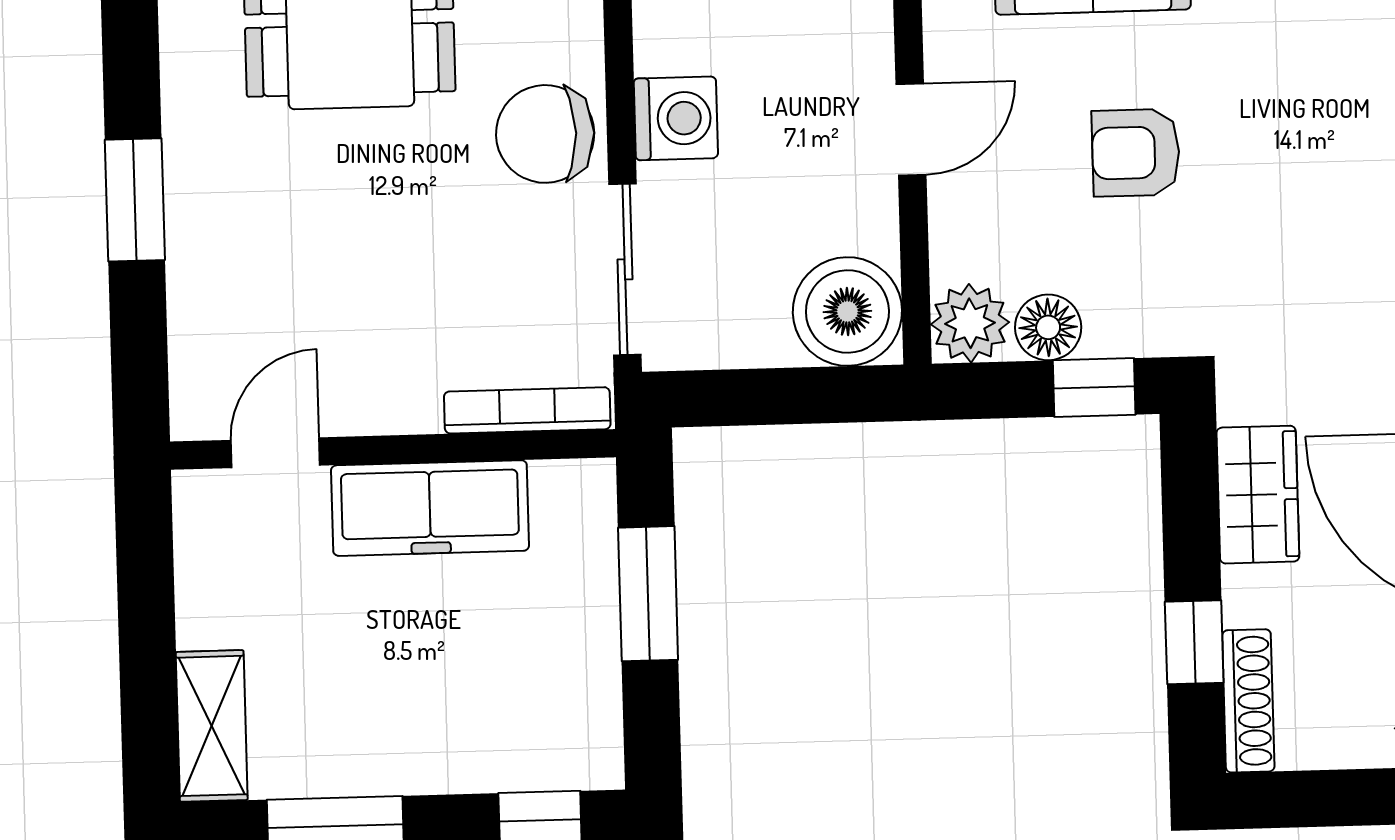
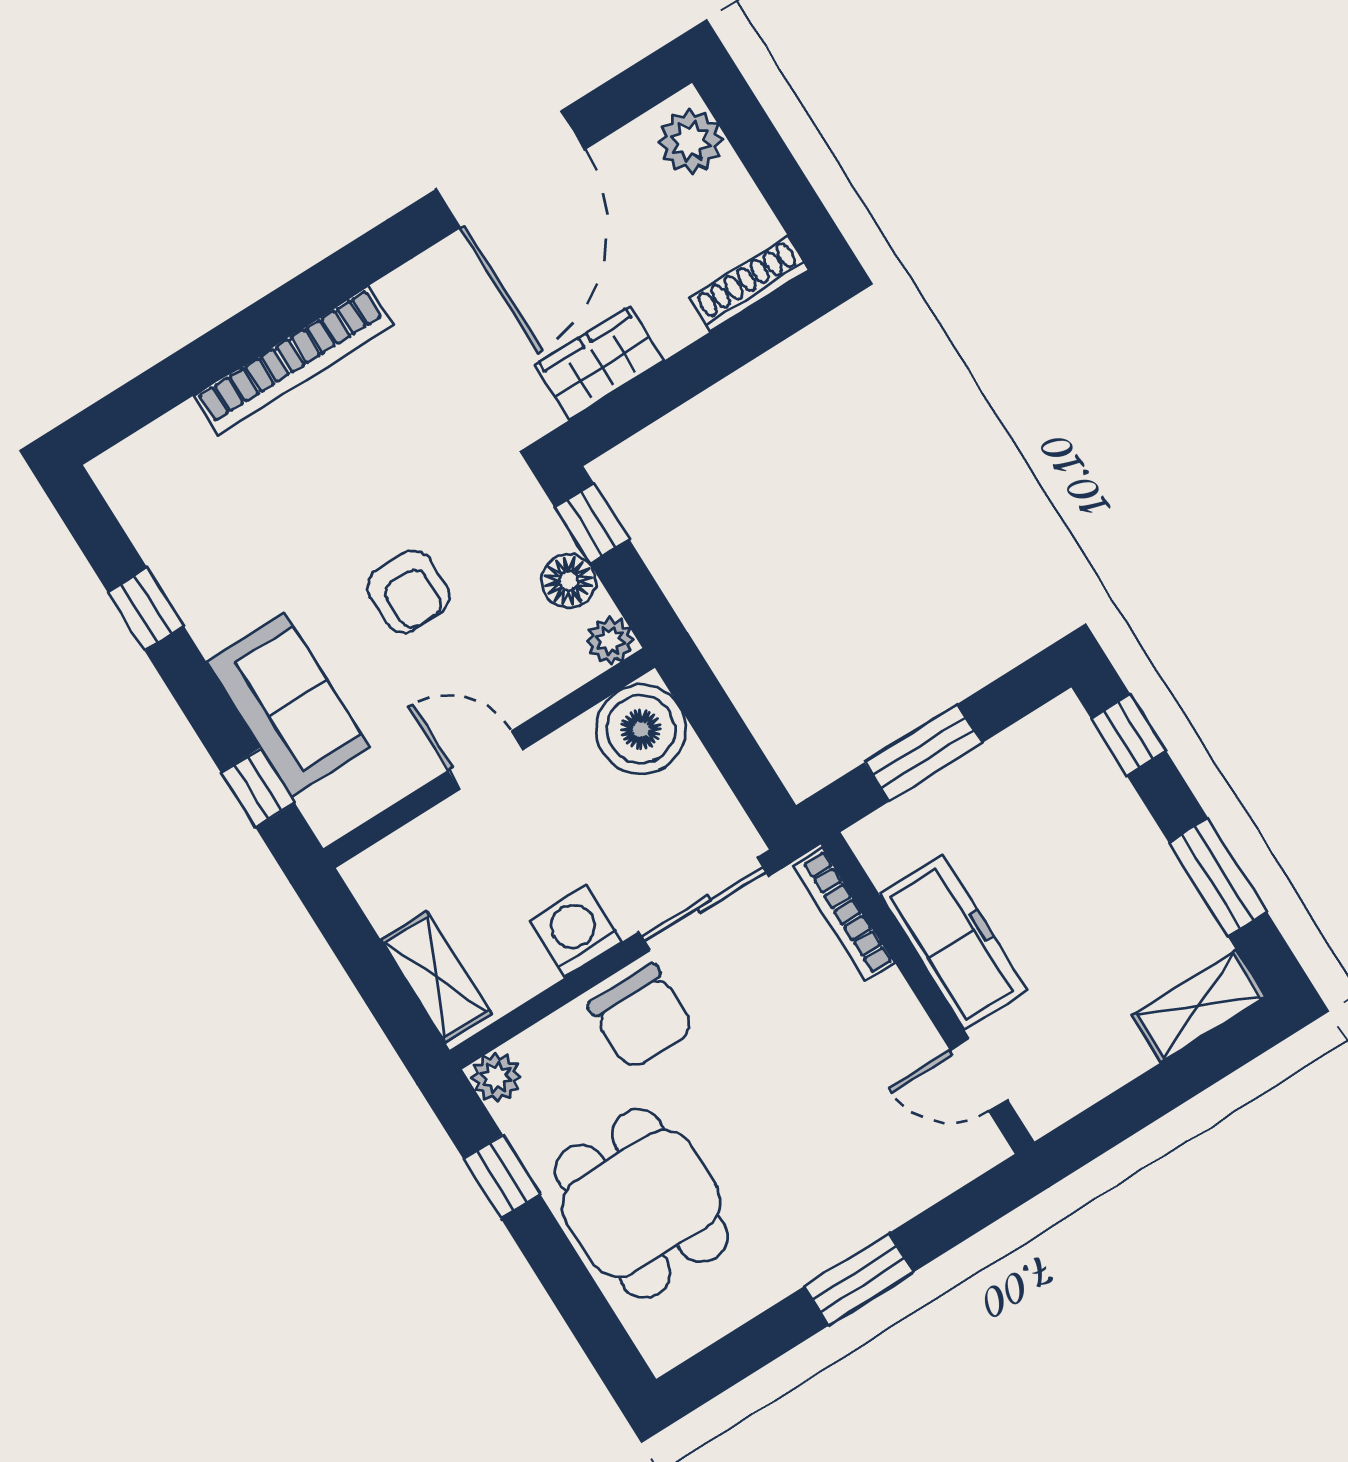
plant: (970, 323) -> (610, 641), width x0.73, depth x0.73
window: (1194, 642) -> (730, 346), removed

